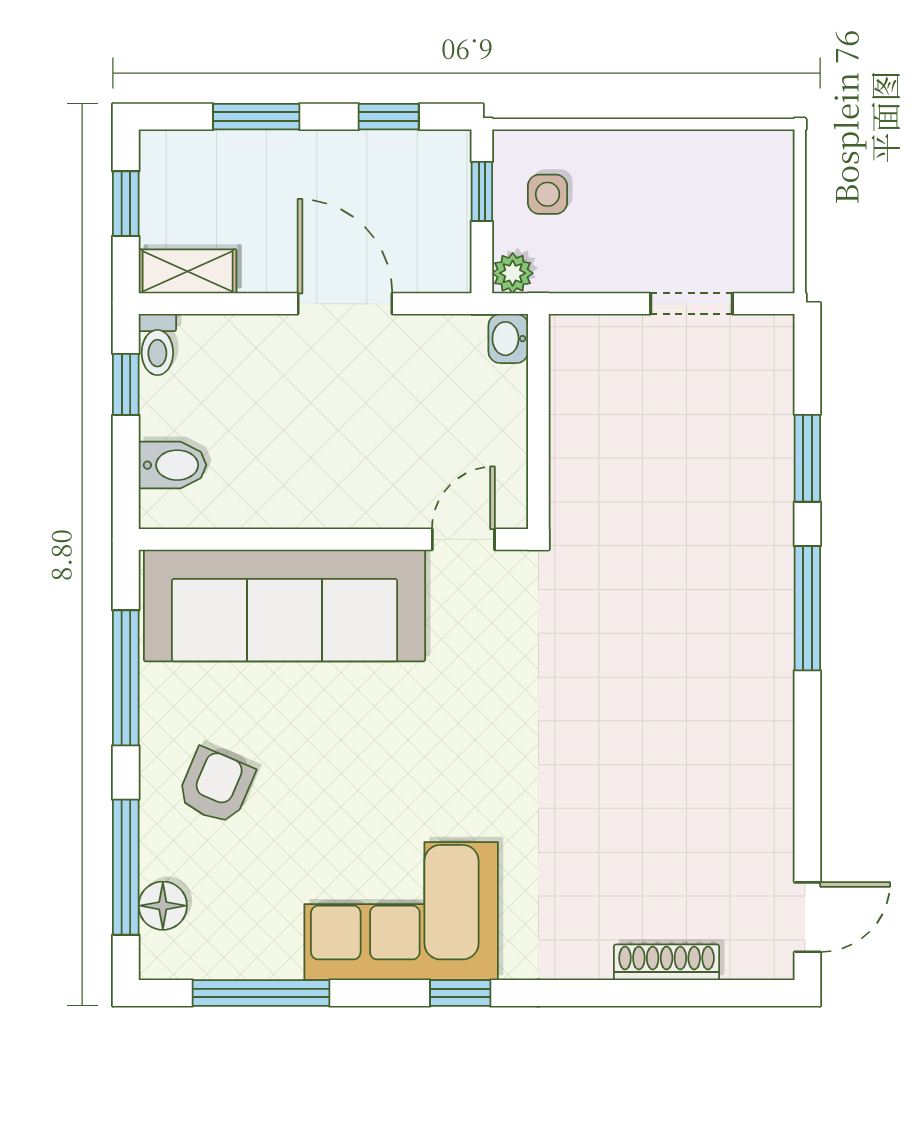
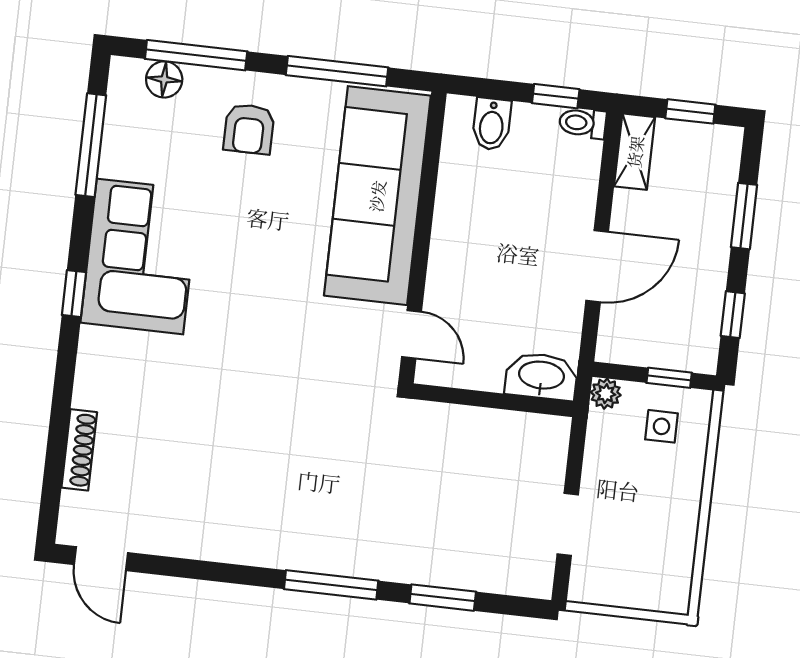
washbasin: (508, 339) -> (541, 376), width x1.91, depth x1.45
armchair: (216, 786) -> (249, 129), turned 67

